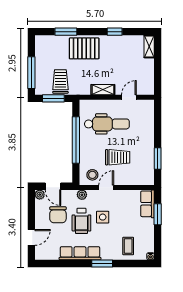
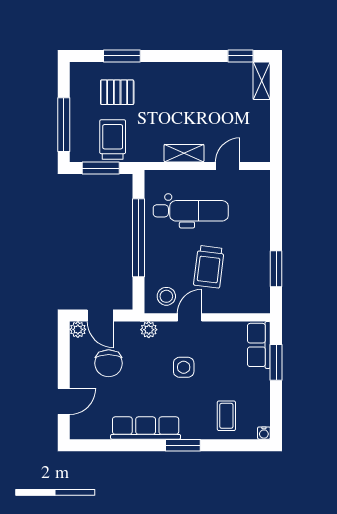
window: (115, 32) -> (240, 56), moved
pallet: (84, 48) -> (117, 92), moved, width x0.67, depth x0.71
trolley: (118, 157) -> (209, 267), turned 97
wheelchair: (81, 221) -> (148, 374), removed

